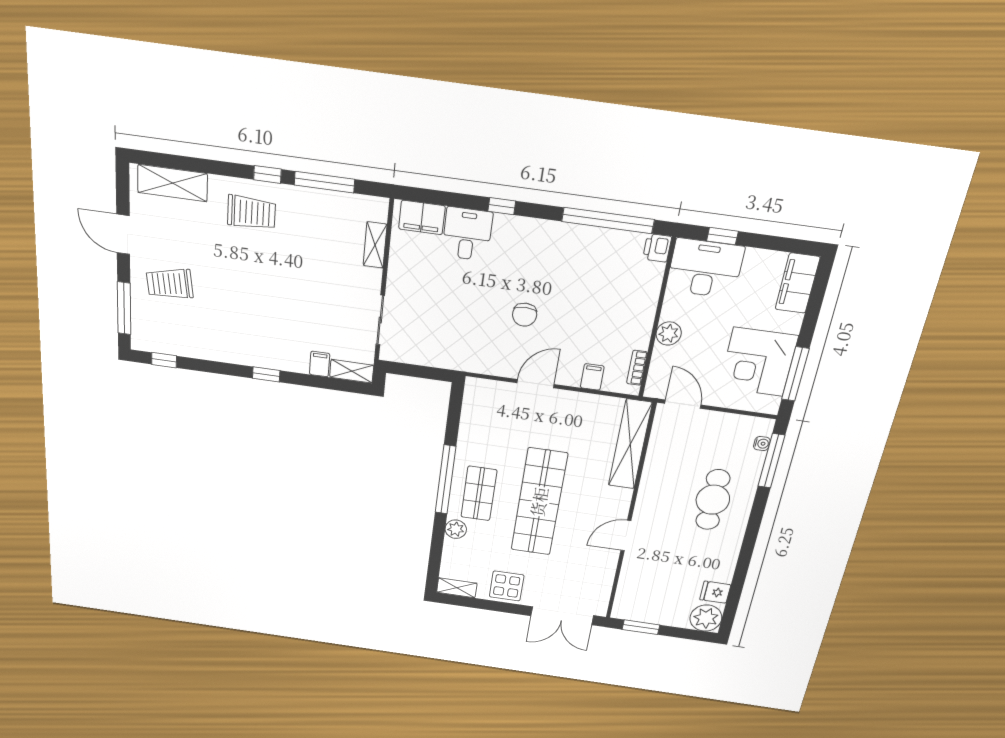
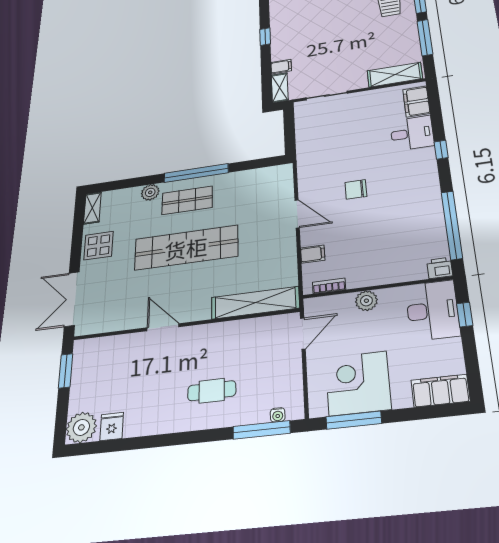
shelving: (375, 245) -> (395, 75), width x1.50, depth x1.33
cafe table: (713, 500) -> (212, 391), width x0.73, depth x0.74

